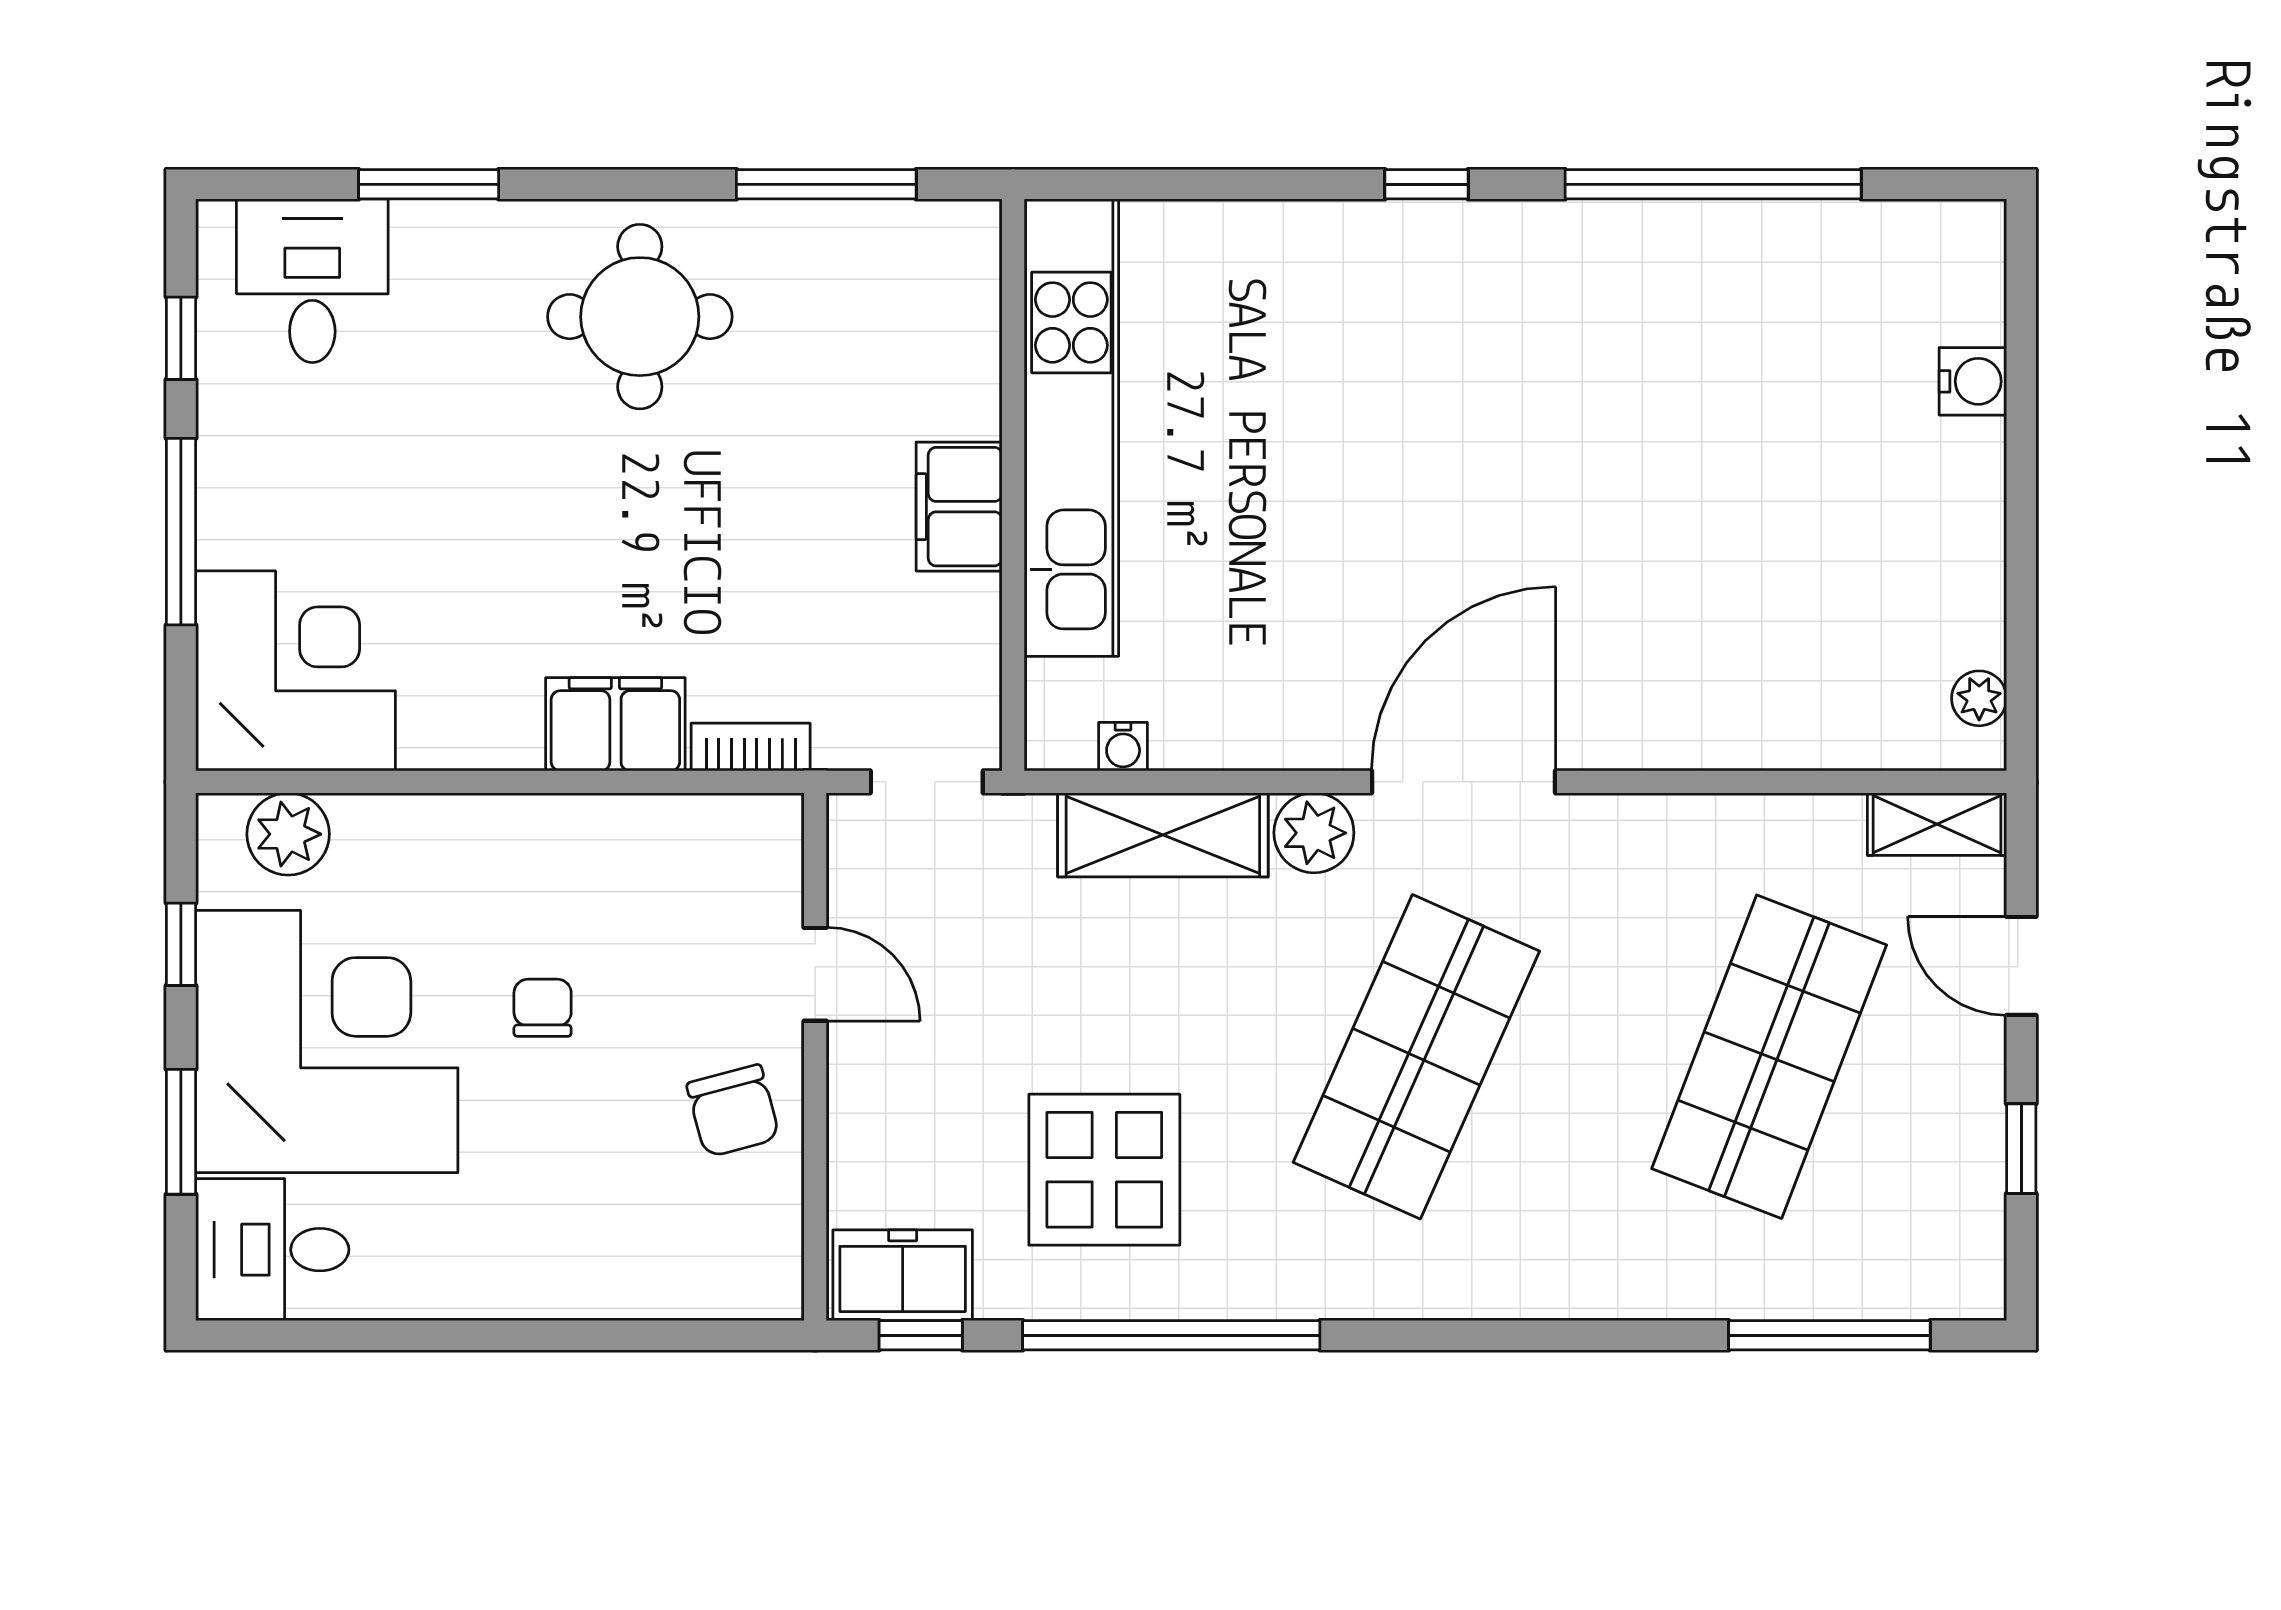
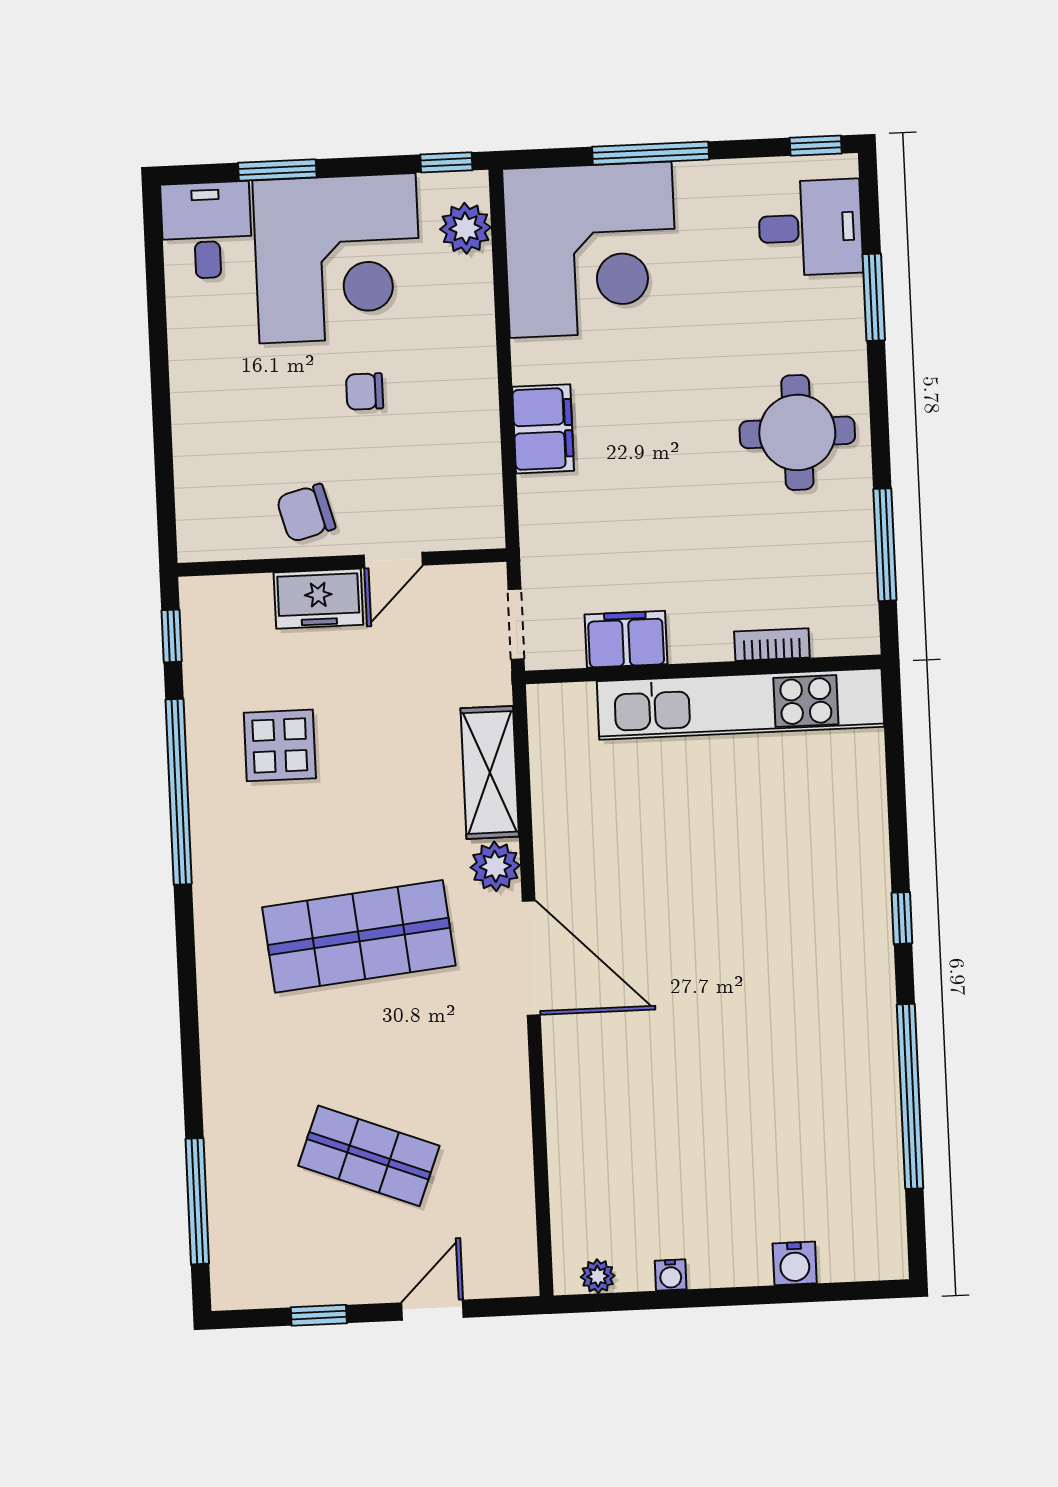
window: (181, 338) -> (816, 146), moved
filing cabinet: (959, 507) -> (626, 639), moved
corner desk: (296, 671) -> (591, 250), width x1.36, depth x1.36
bookcase: (751, 747) -> (772, 645), moved, turned -90
water cooler: (1123, 747) -> (671, 1275), moved, turned -90
shelving: (1937, 824) -> (518, 1254), removed
window: (181, 944) -> (446, 162), moved
chair: (543, 1008) -> (365, 391), turned 180
shop shelf: (1416, 1057) -> (359, 936), turned -30
shop shelf: (1769, 1057) -> (369, 1156), width x0.70, depth x0.74
display table: (1104, 1170) -> (280, 745), width x0.73, depth x0.73
freezer: (903, 1275) -> (318, 599), moved, turned 90

